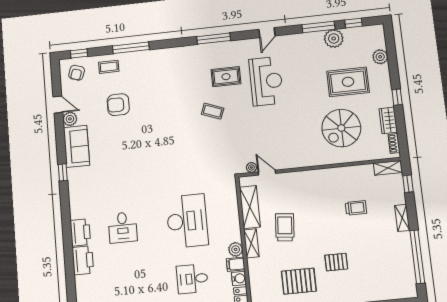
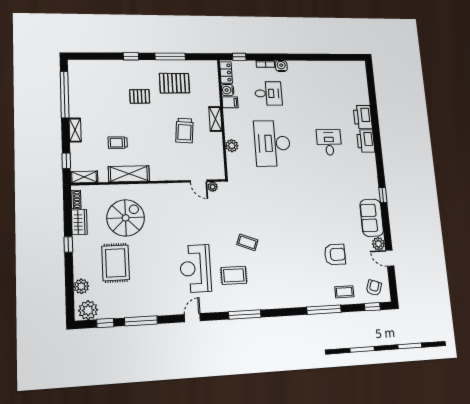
plant: (334, 38) -> (88, 310), moved
rug: (348, 82) -> (116, 263), turned 90
shelving: (250, 207) -> (129, 174), moved, turned 90
plant: (236, 249) -> (232, 146), moved

